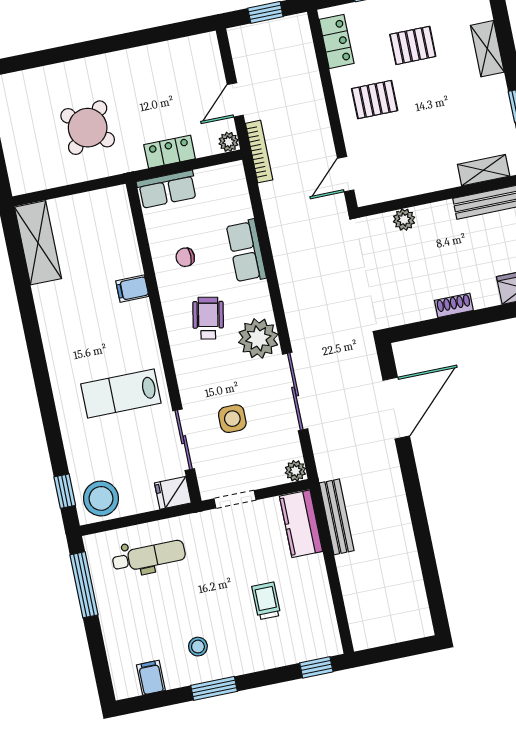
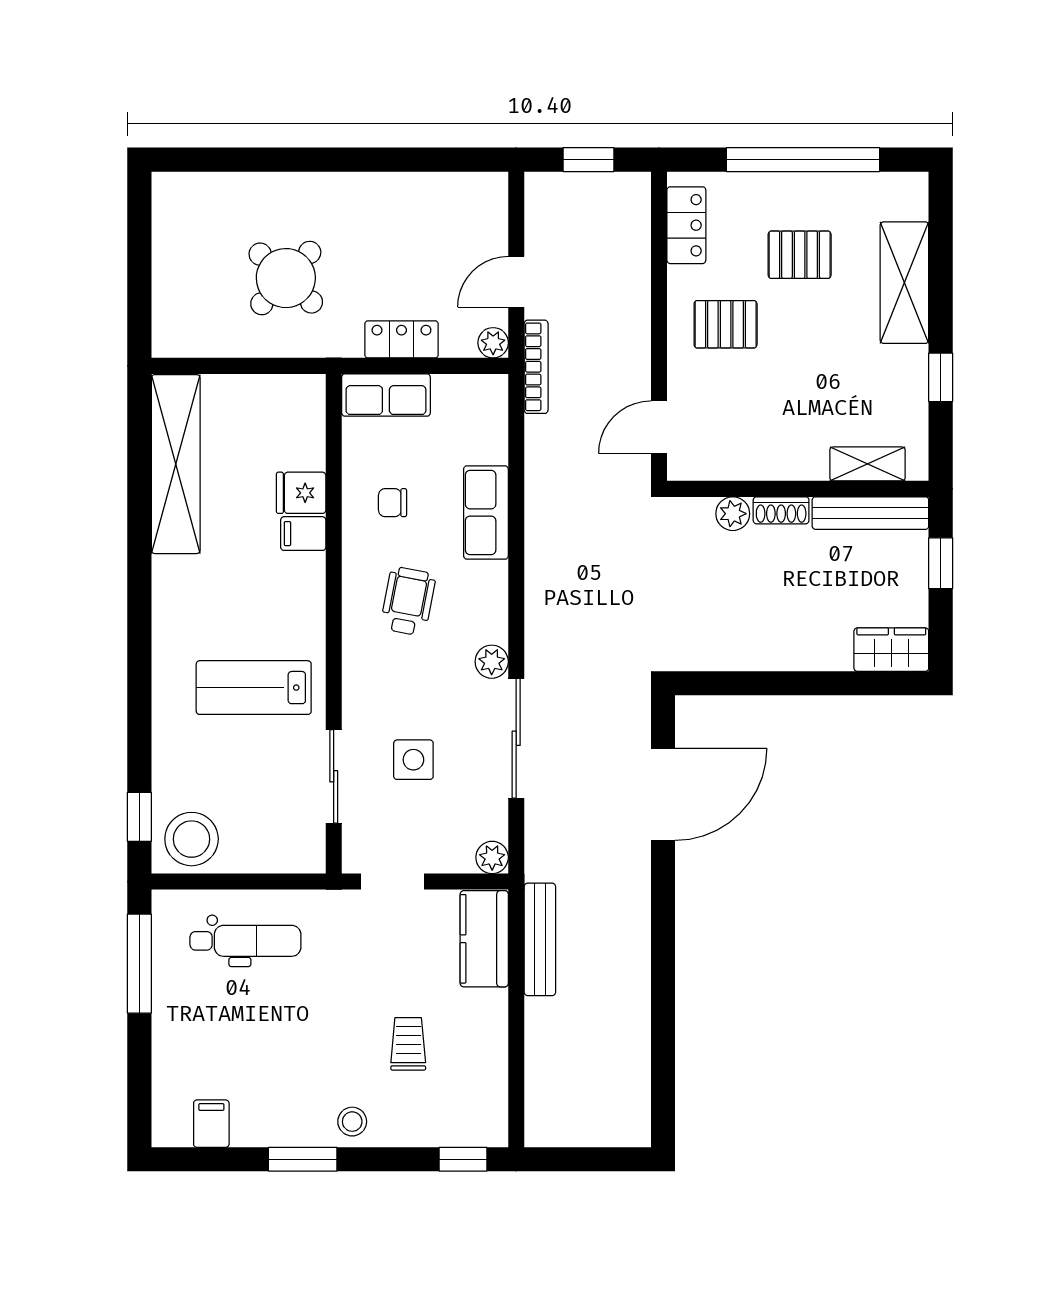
shelving: (487, 49) -> (904, 283), width x1.50, depth x1.33
shelving: (38, 243) -> (176, 464), width x1.47
shoe rack: (454, 305) -> (781, 510), moved, turned 180
plant: (258, 338) -> (492, 662), width x0.53, depth x0.53
fridge: (173, 493) -> (301, 493), moved
stool: (198, 647) -> (352, 1122), moved

